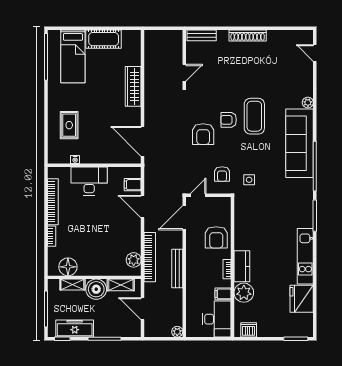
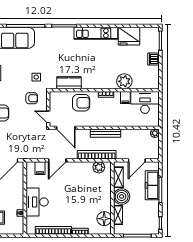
kitchen counter: (242, 266) -> (69, 83), moved
freezer: (75, 328) -> (152, 185), moved
dishwasher: (249, 330) -> (153, 59), moved

